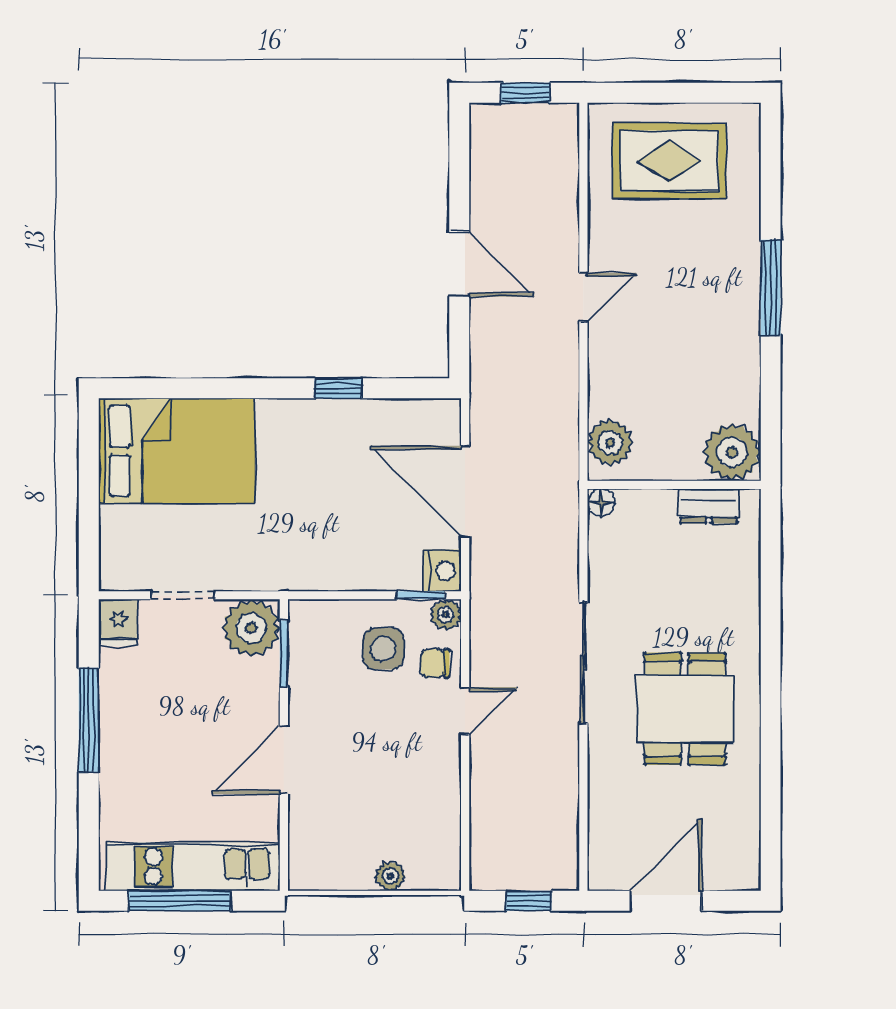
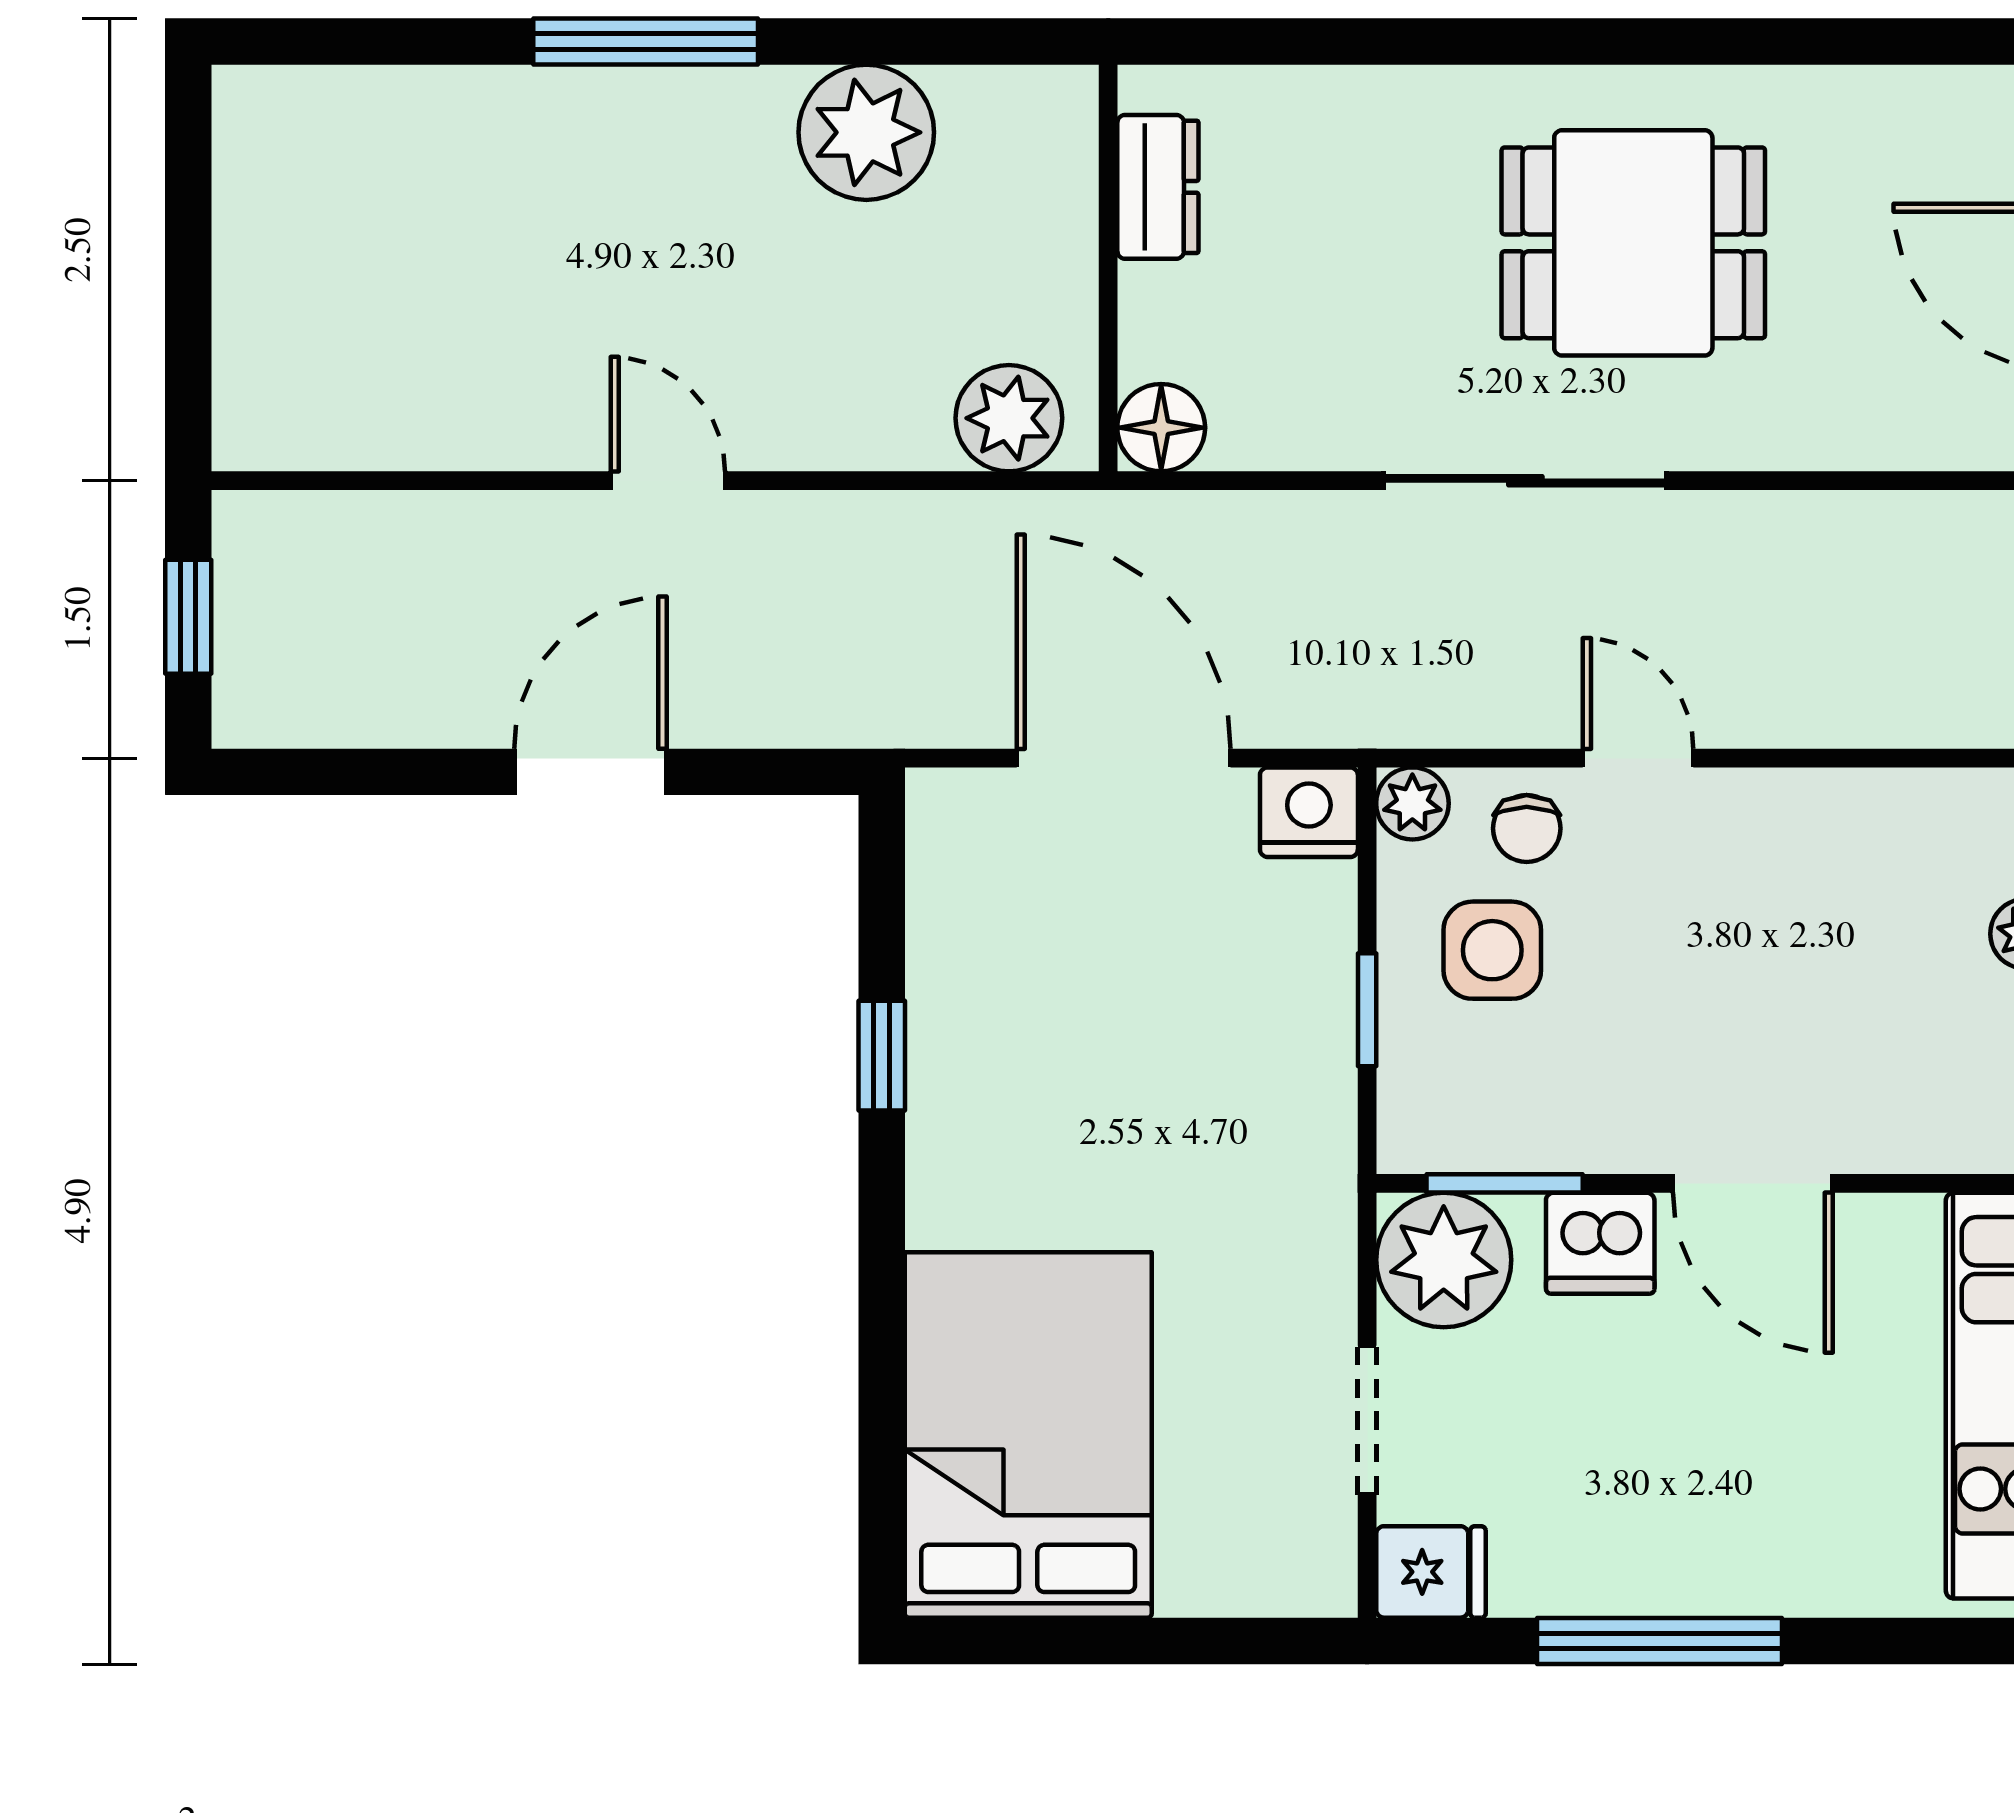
rug: (669, 161) -> (349, 280), removed
plant: (732, 452) -> (866, 132), moved
door: (465, 492) -> (1124, 758), swing flipped
floor lamp: (601, 502) -> (1161, 428), width x1.37, depth x1.37
window: (420, 595) -> (1367, 1010), moved
dishwasher: (258, 695) -> (1600, 1243), added

